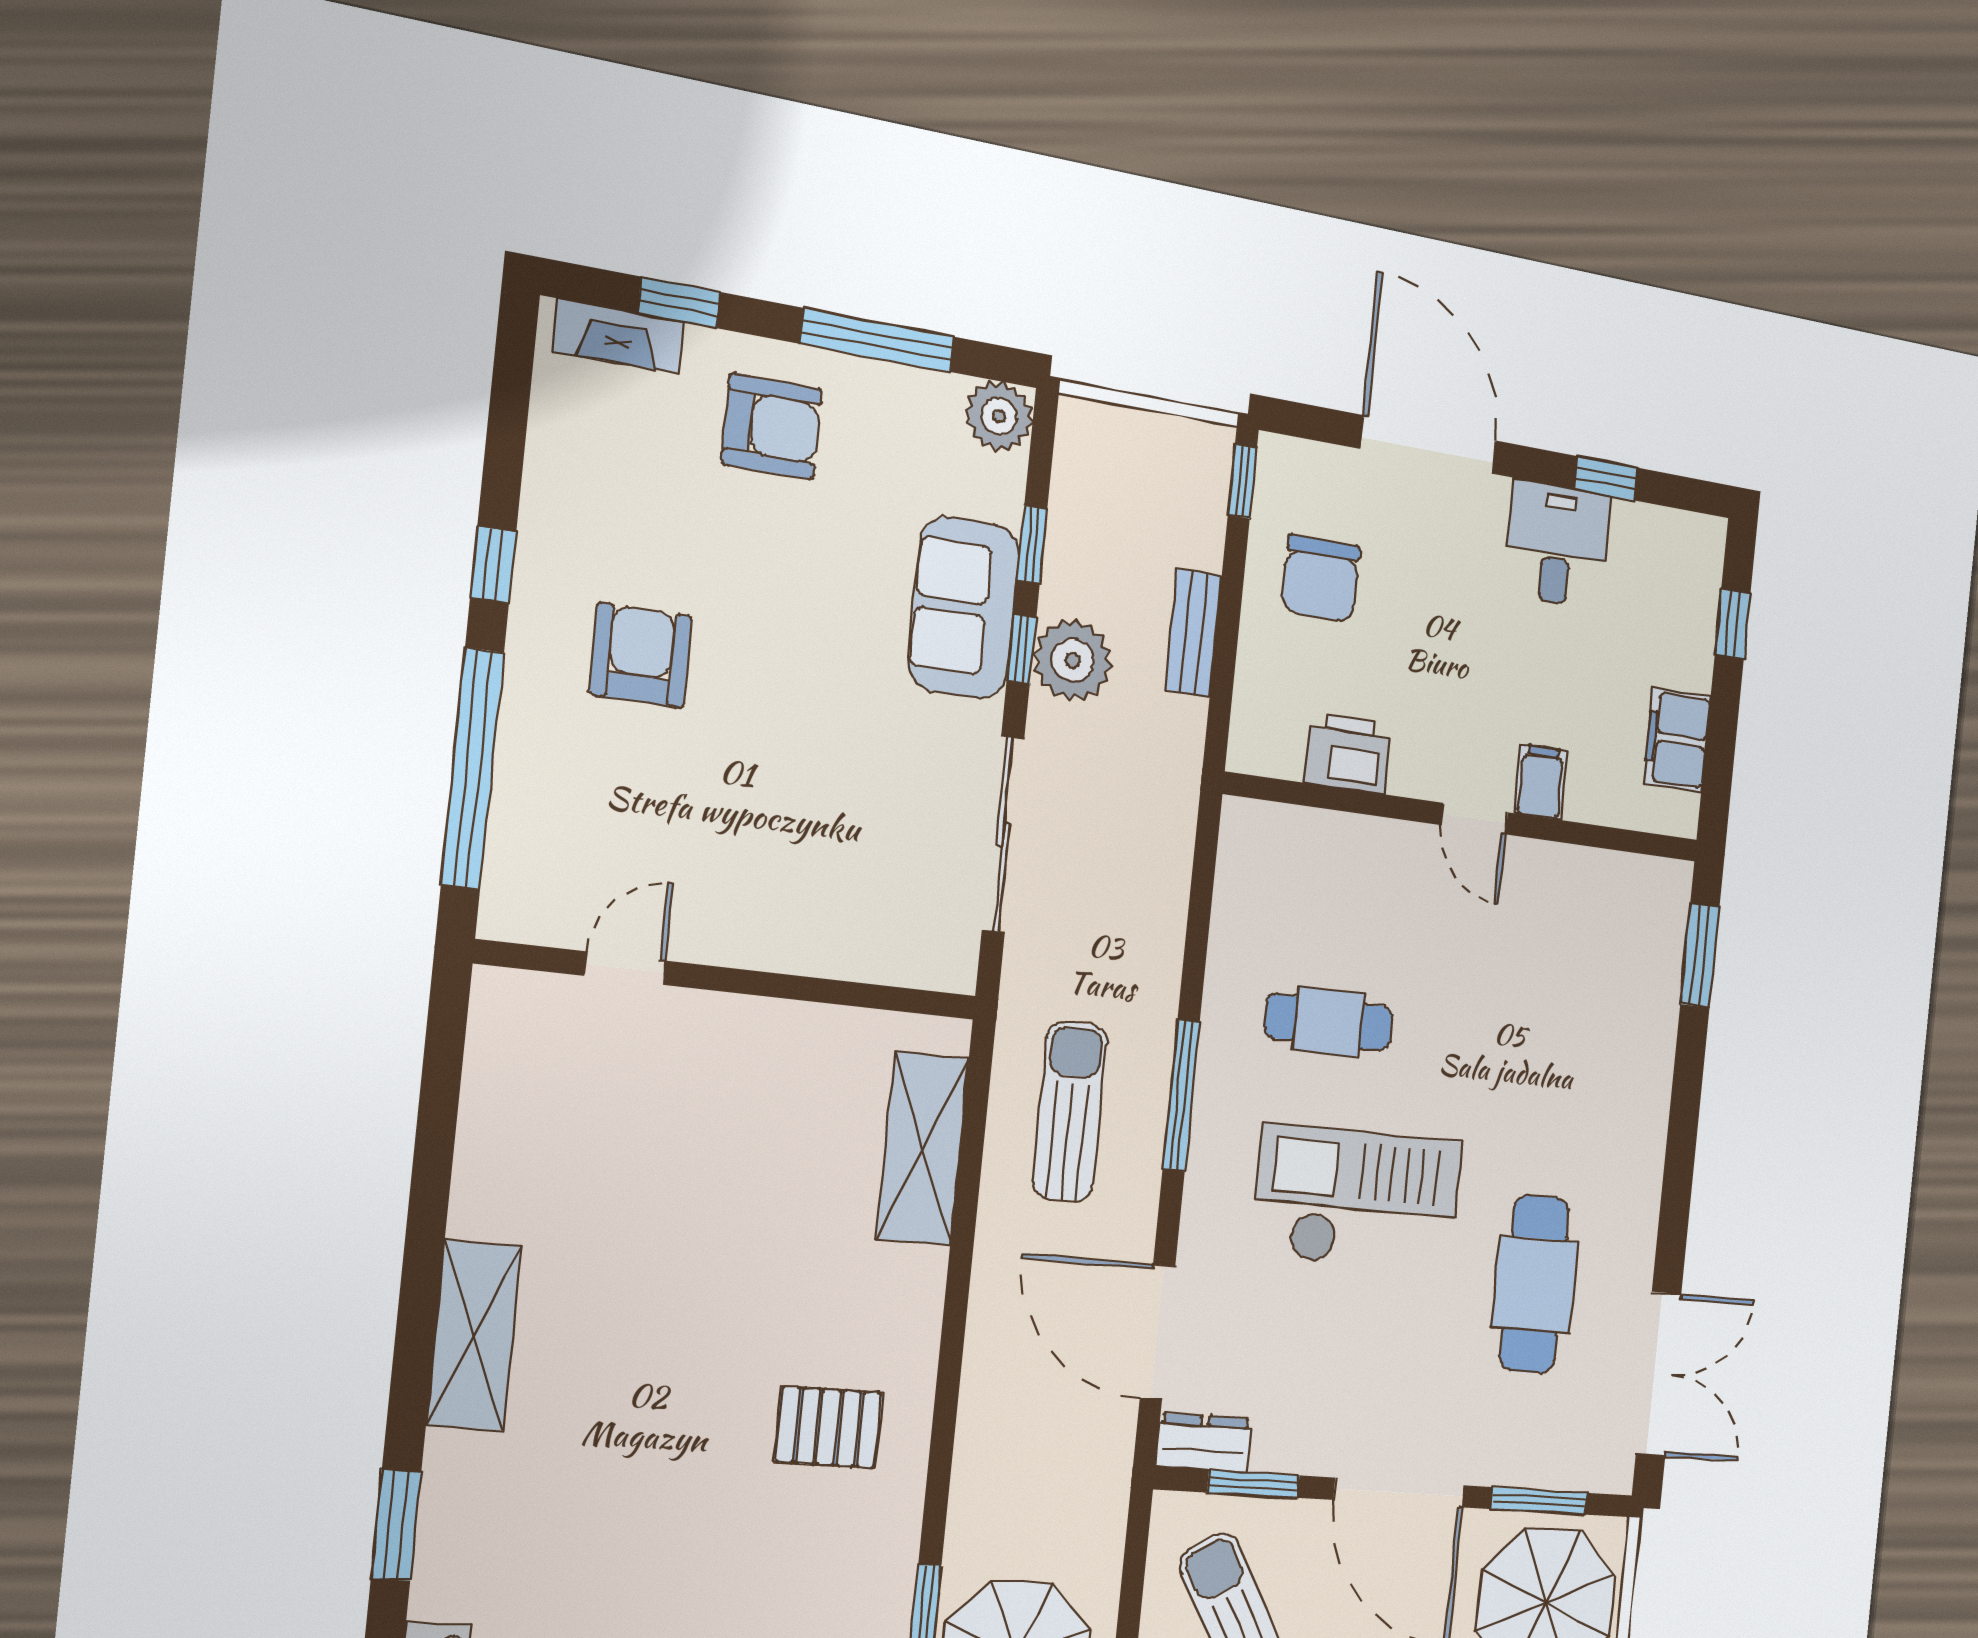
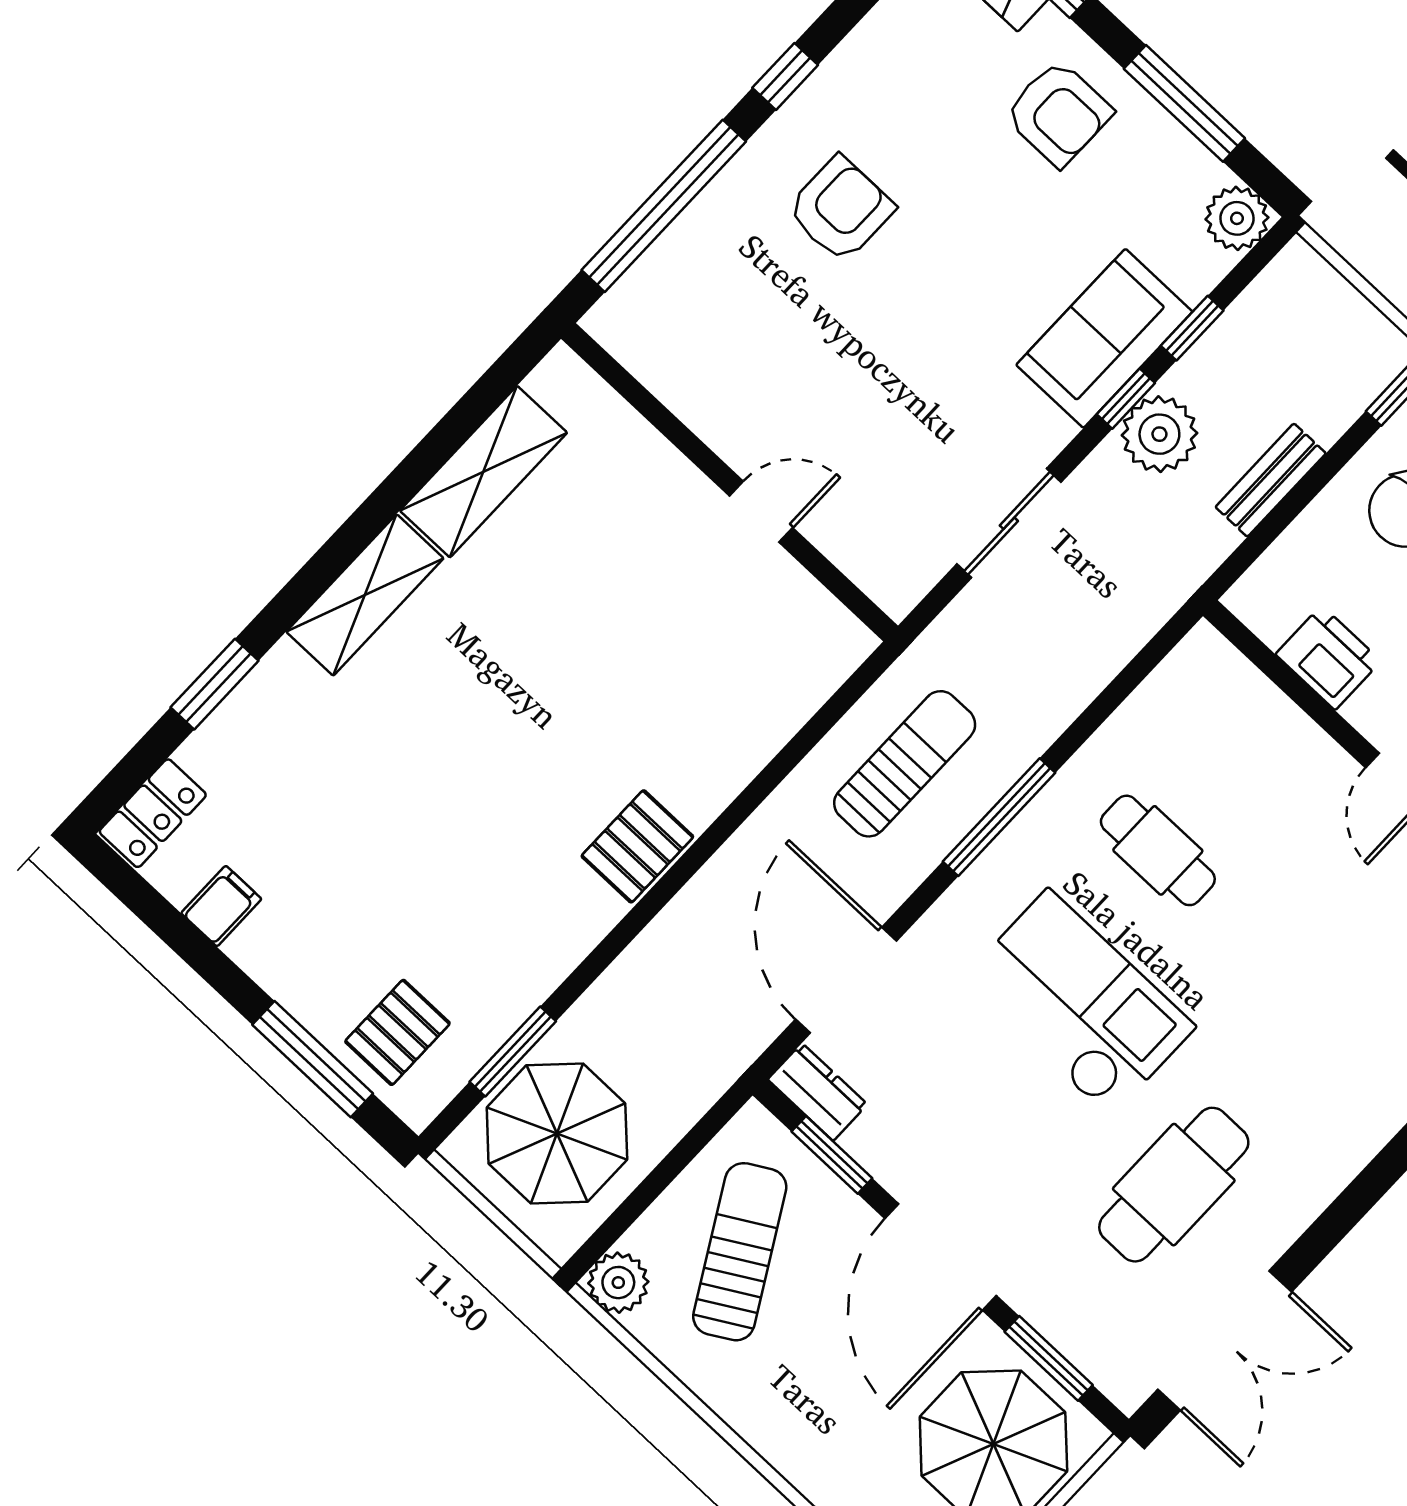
sliding door: (1003, 834) -> (1009, 523), width x0.73
door: (625, 968) -> (761, 512), moved
shelving: (923, 1149) -> (483, 472), moved
pallet: (828, 1427) -> (637, 846), moved, turned 90

